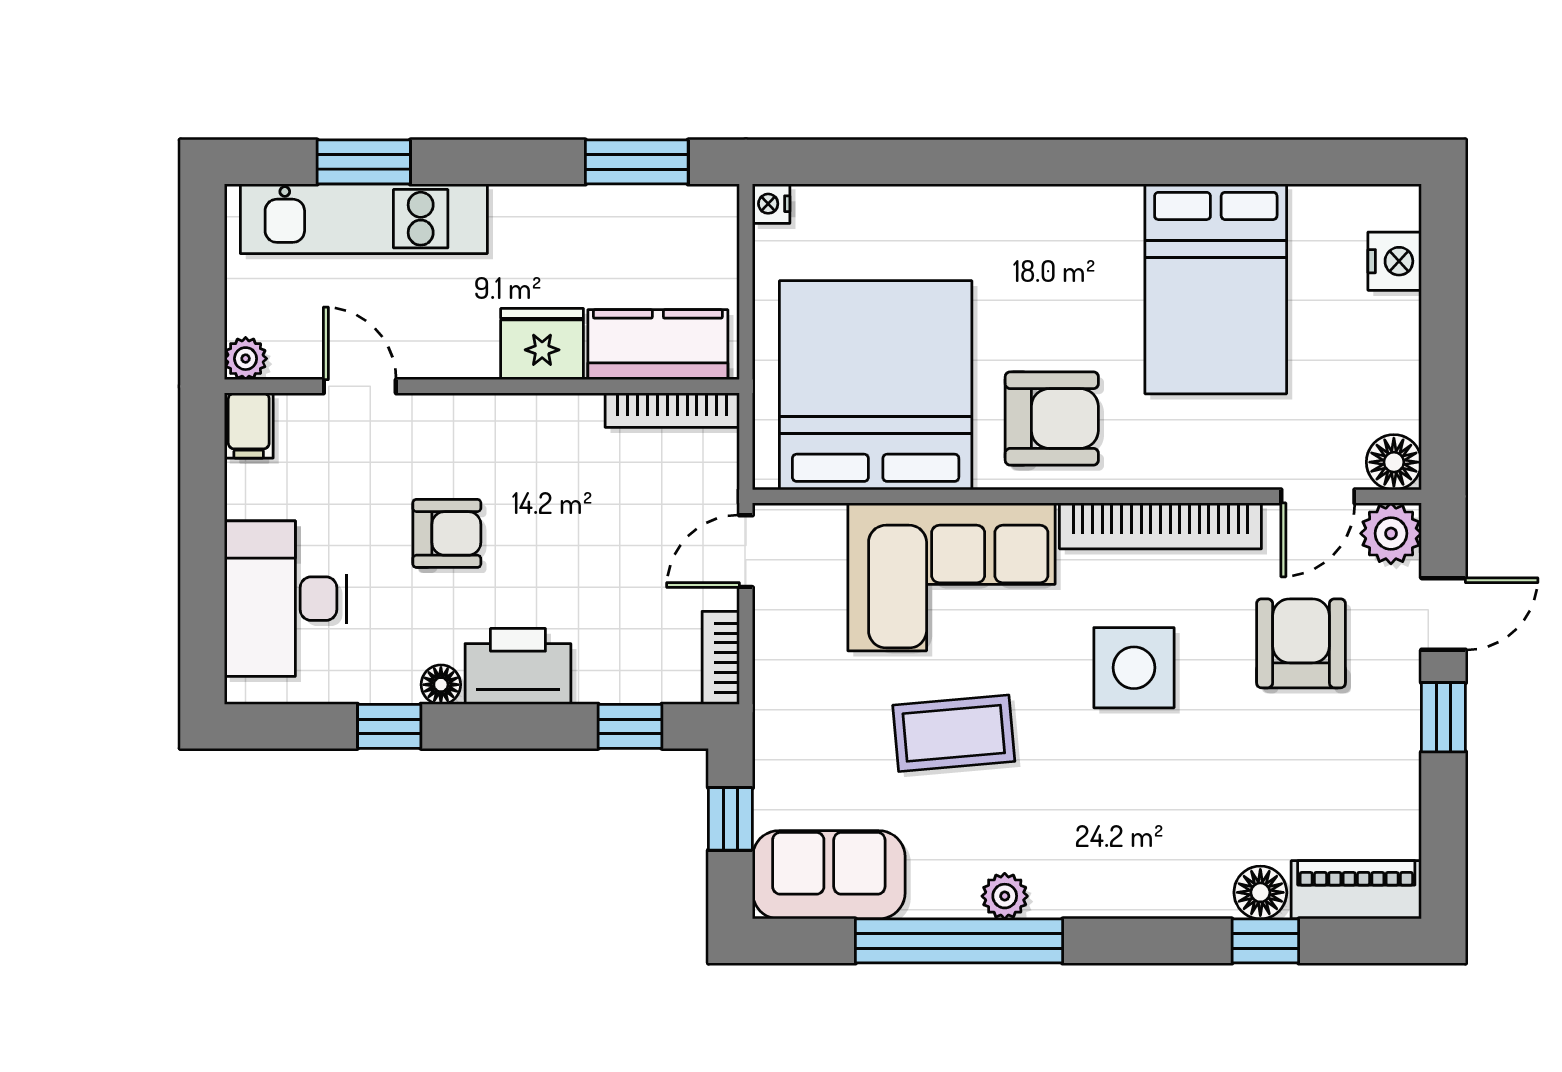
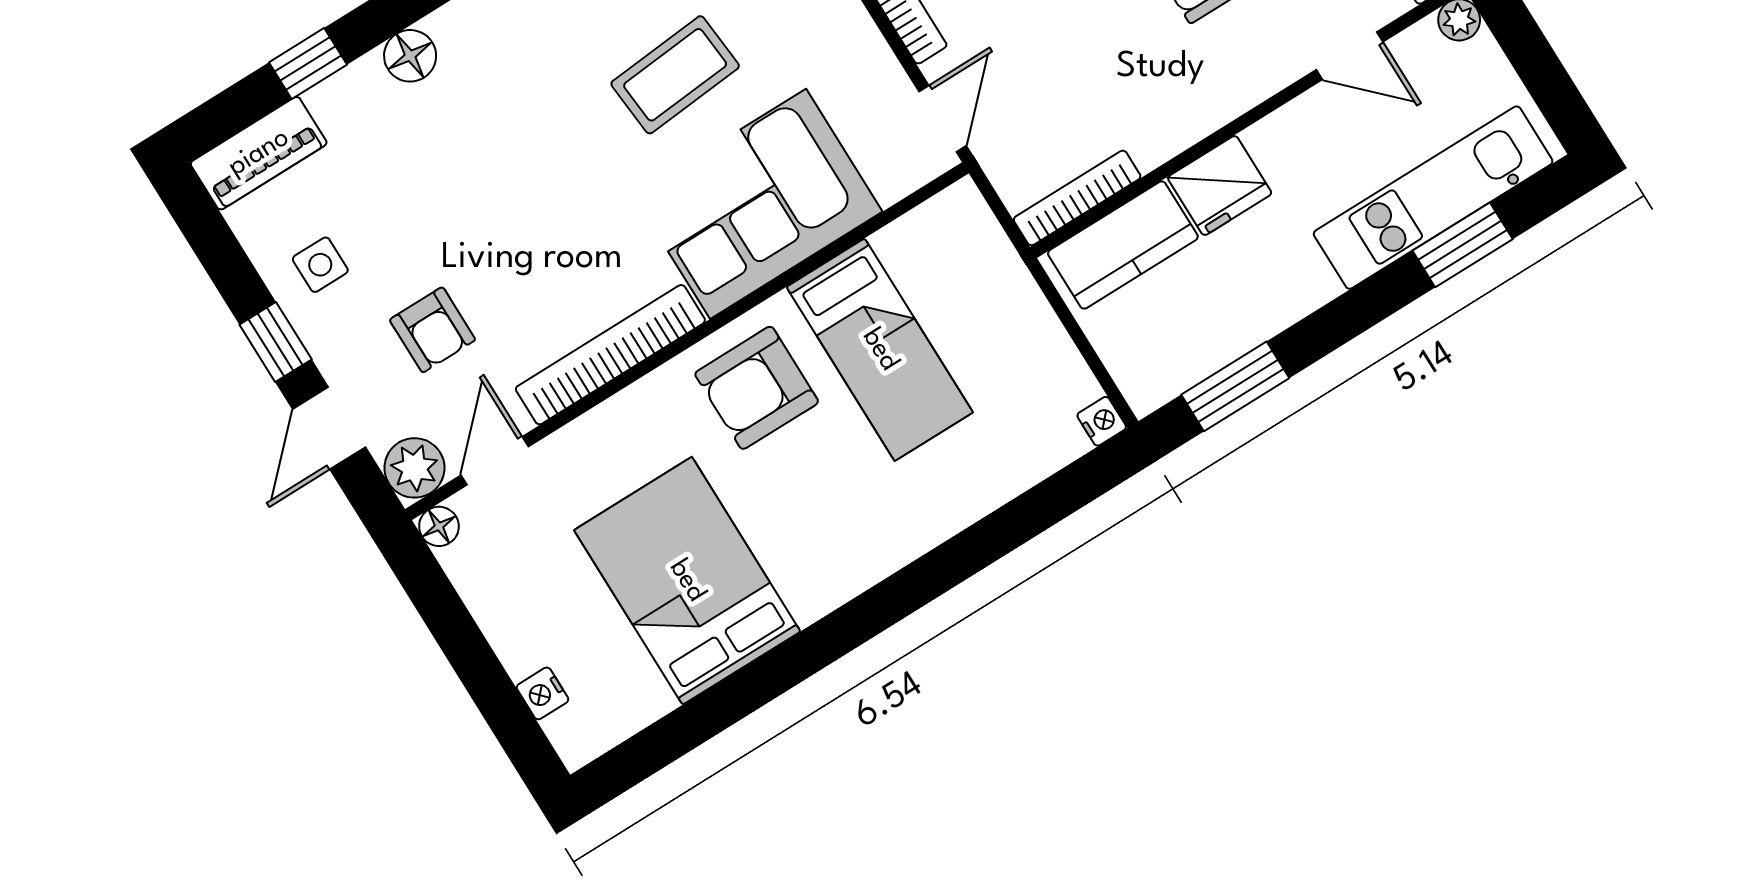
nightstand: (1395, 261) -> (543, 693), width x0.72, depth x0.74
bed: (876, 385) -> (880, 350), width x0.49
floor lamp: (1394, 462) -> (439, 526), width x0.73, depth x0.73
armchair: (1301, 643) -> (433, 330), width x0.72, depth x0.72
side table: (1134, 668) -> (320, 265), moved, width x0.54, depth x0.54
floor lamp: (1260, 892) -> (410, 56), moved

